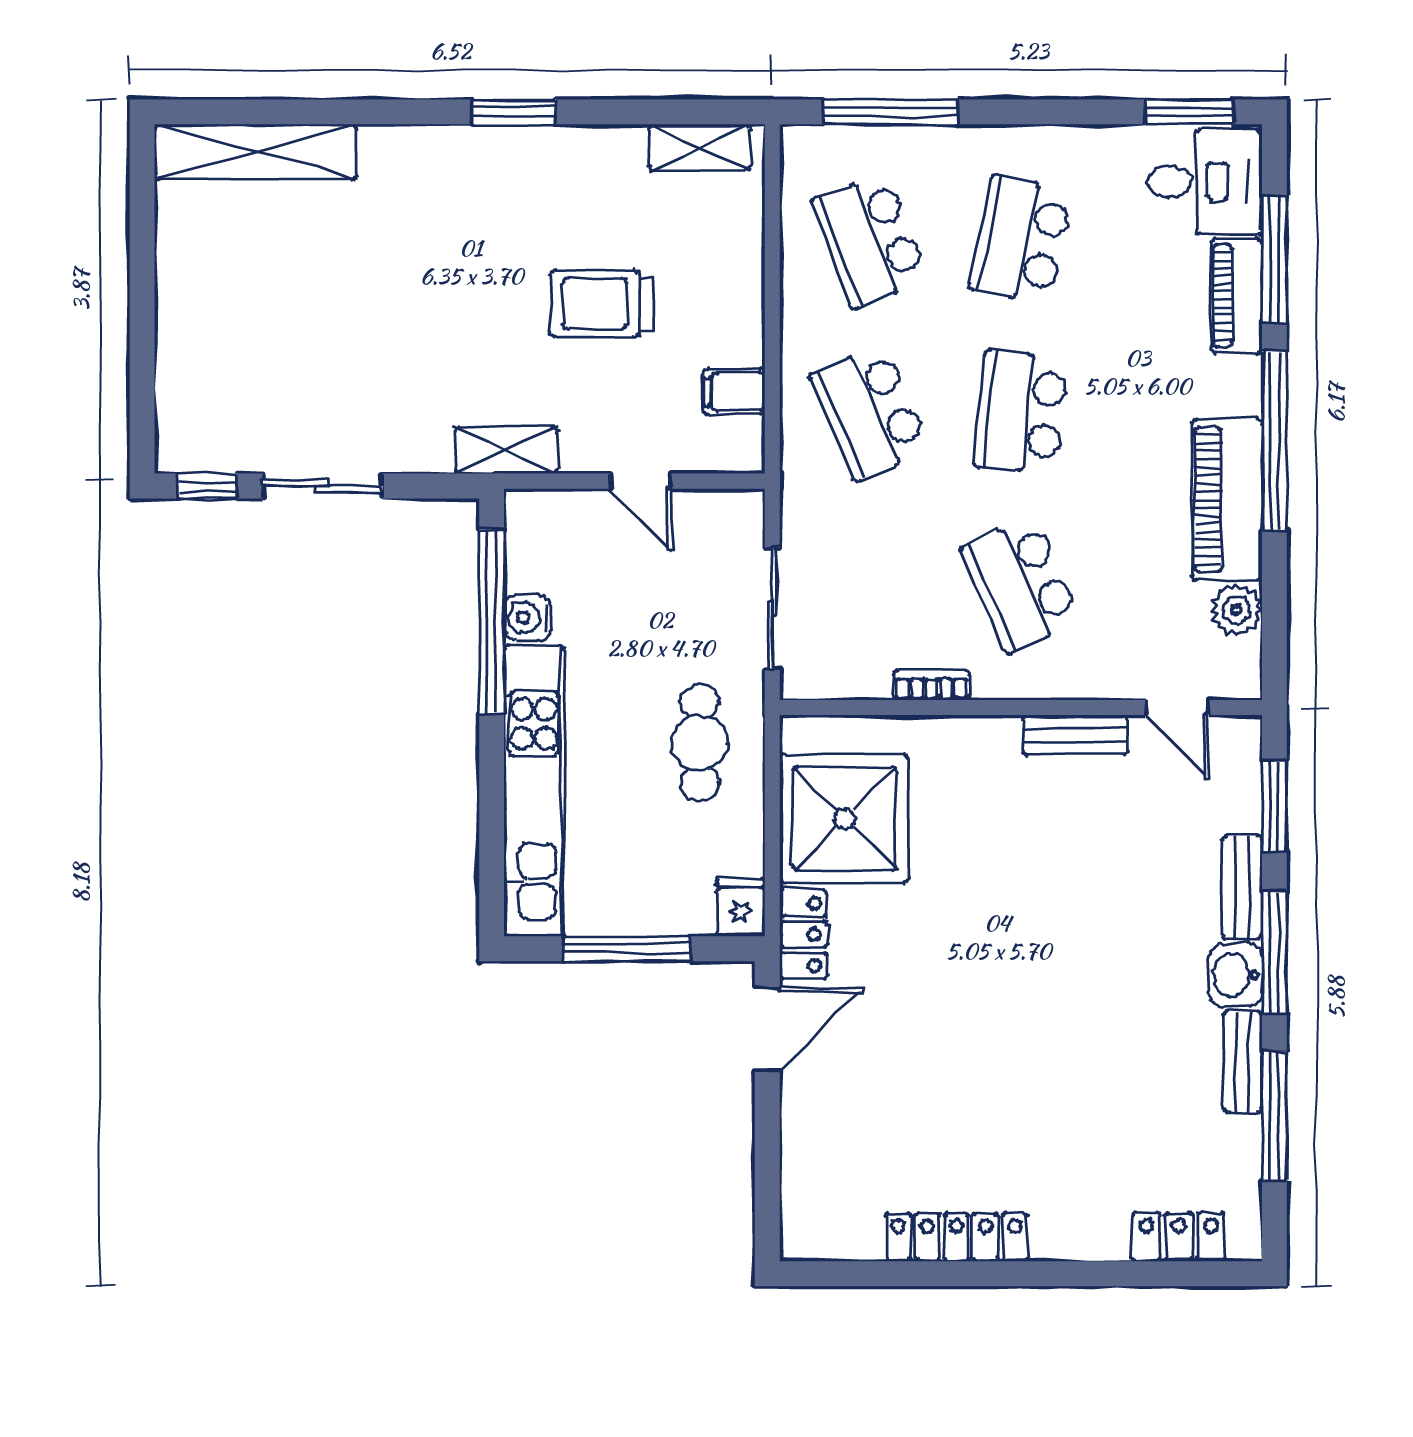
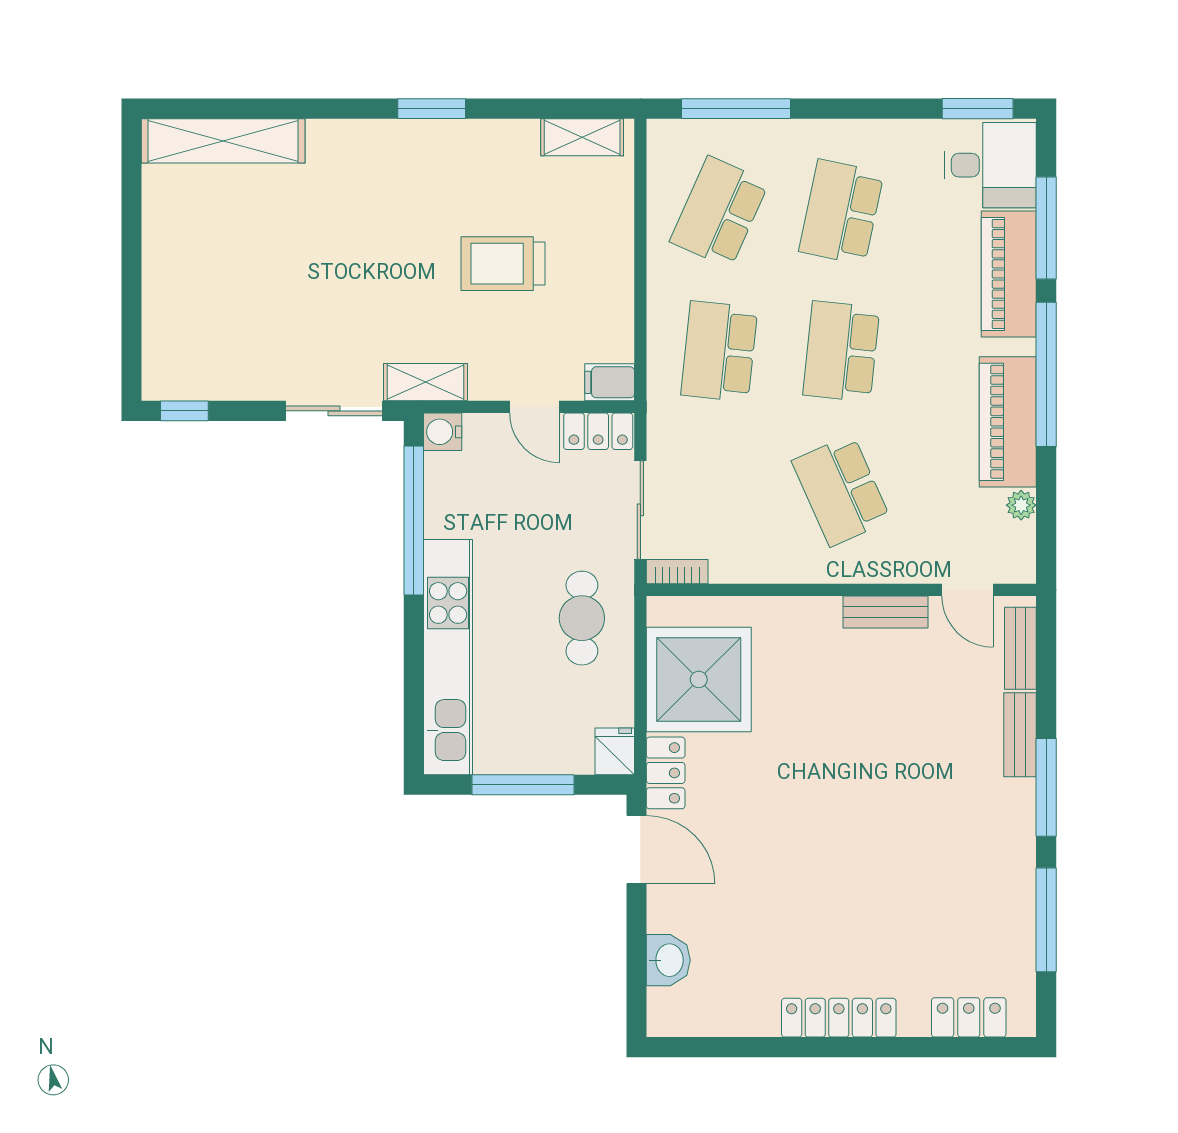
school desk: (870, 240) -> (719, 212), turned 45
piano: (1237, 296) -> (1009, 274), width x1.37, depth x1.33
filing cabinet: (734, 392) -> (610, 382), moved
school desk: (870, 412) -> (719, 351), turned 30
sliding door: (322, 486) -> (334, 411), moved
locker: (720, 511) -> (598, 431), added
plant: (1237, 610) -> (1021, 505), width x0.73, depth x0.73
water cooler: (527, 618) -> (443, 432), moved
bookcase: (931, 685) -> (677, 572), moved
window: (1274, 806) -> (1046, 669), removed
washbasin: (1235, 975) -> (668, 960), moved, turned 180
door: (767, 1029) -> (636, 850), hinge flipped
bench: (1243, 1062) -> (1020, 648), moved
locker: (956, 1237) -> (839, 1018), moved

